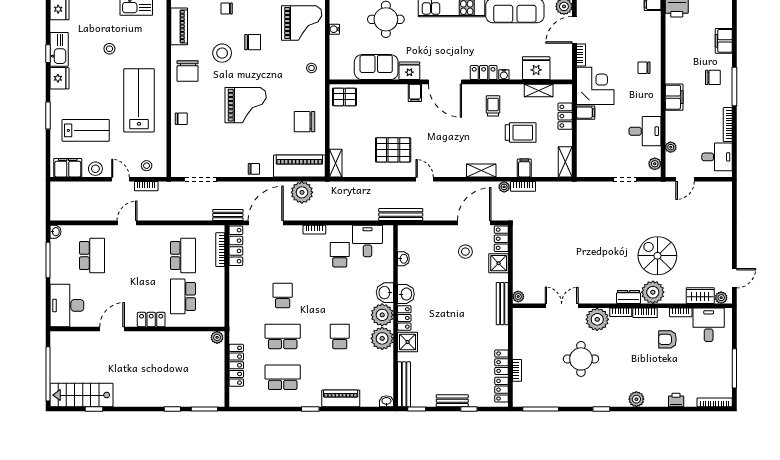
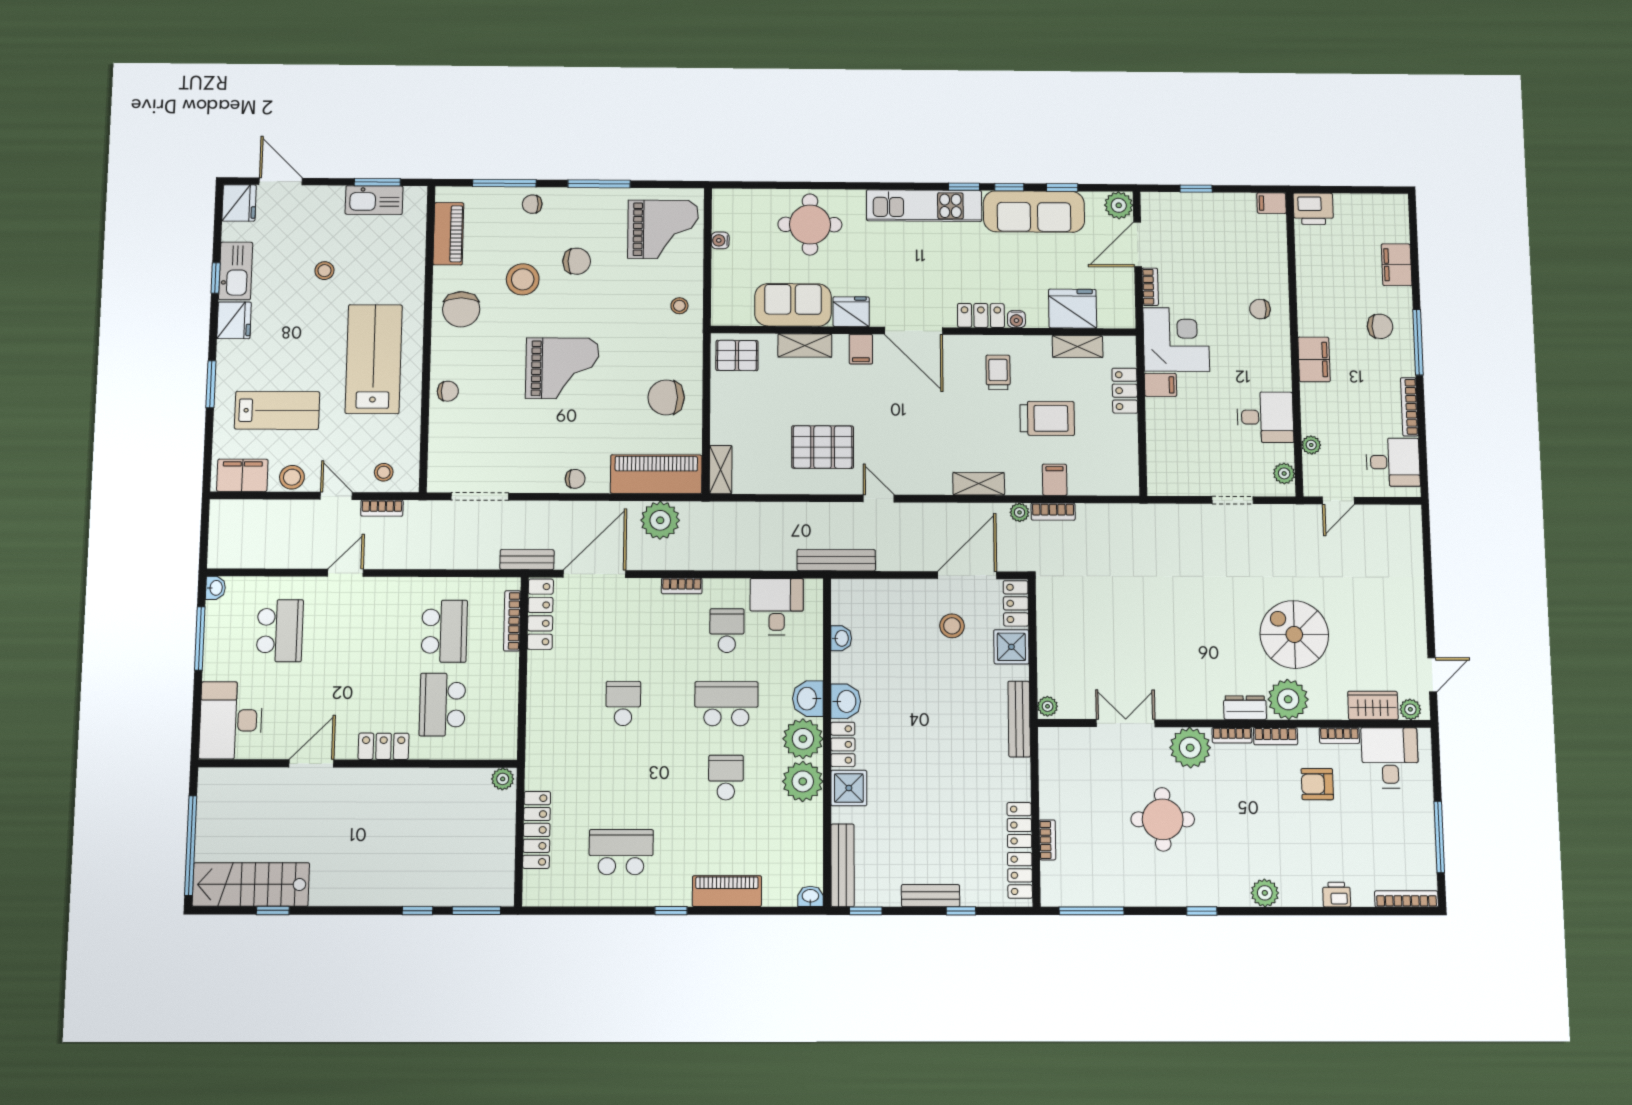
shelving: (565, 162) -> (805, 346), moved, turned 90
school desk: (283, 336) -> (726, 704), moved

